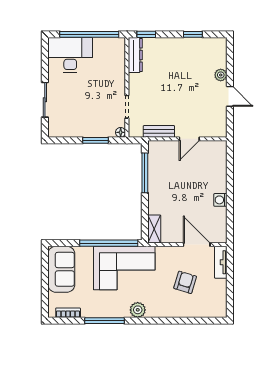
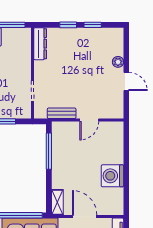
window: (146, 34) -> (68, 25), moved
floor lamp: (121, 132) -> (27, 114), removed
washing machine: (220, 200) -> (112, 176), width x1.89, depth x1.89
door: (197, 245) -> (85, 217), moved

